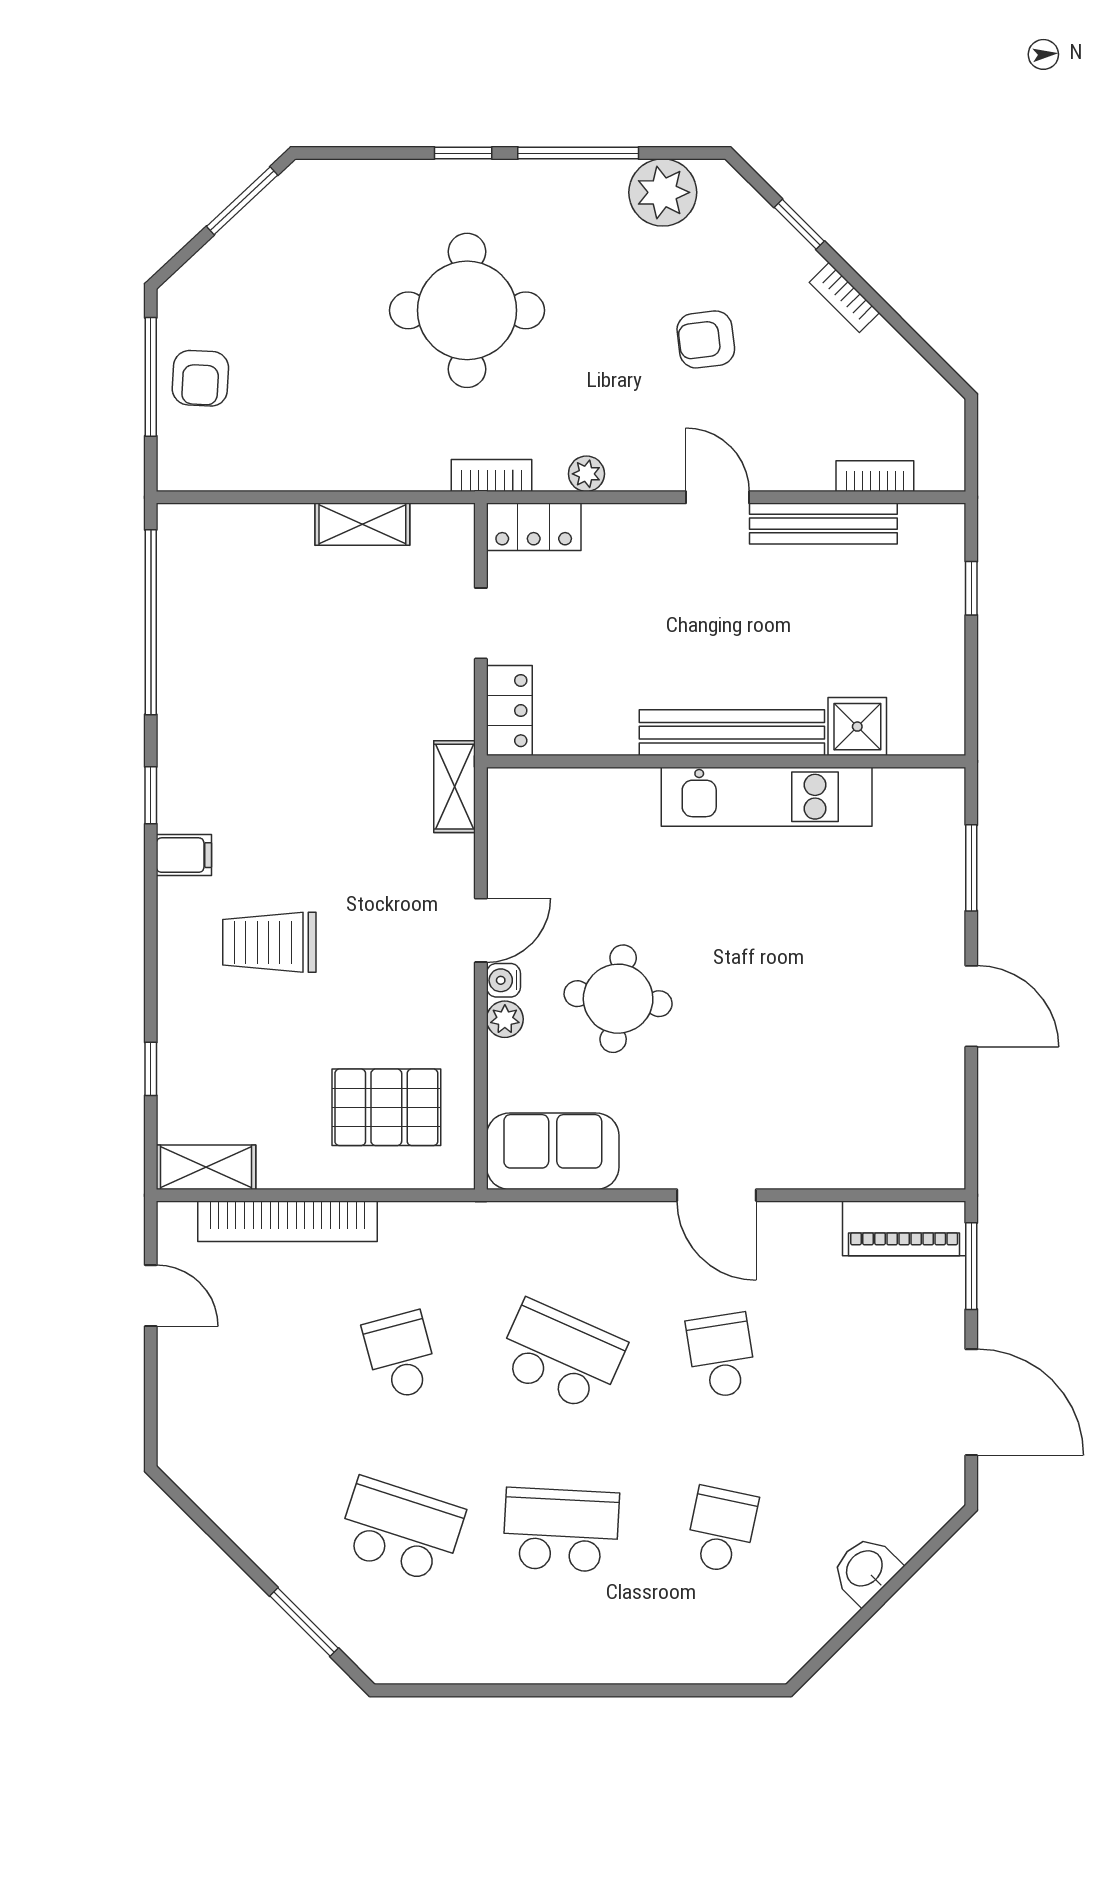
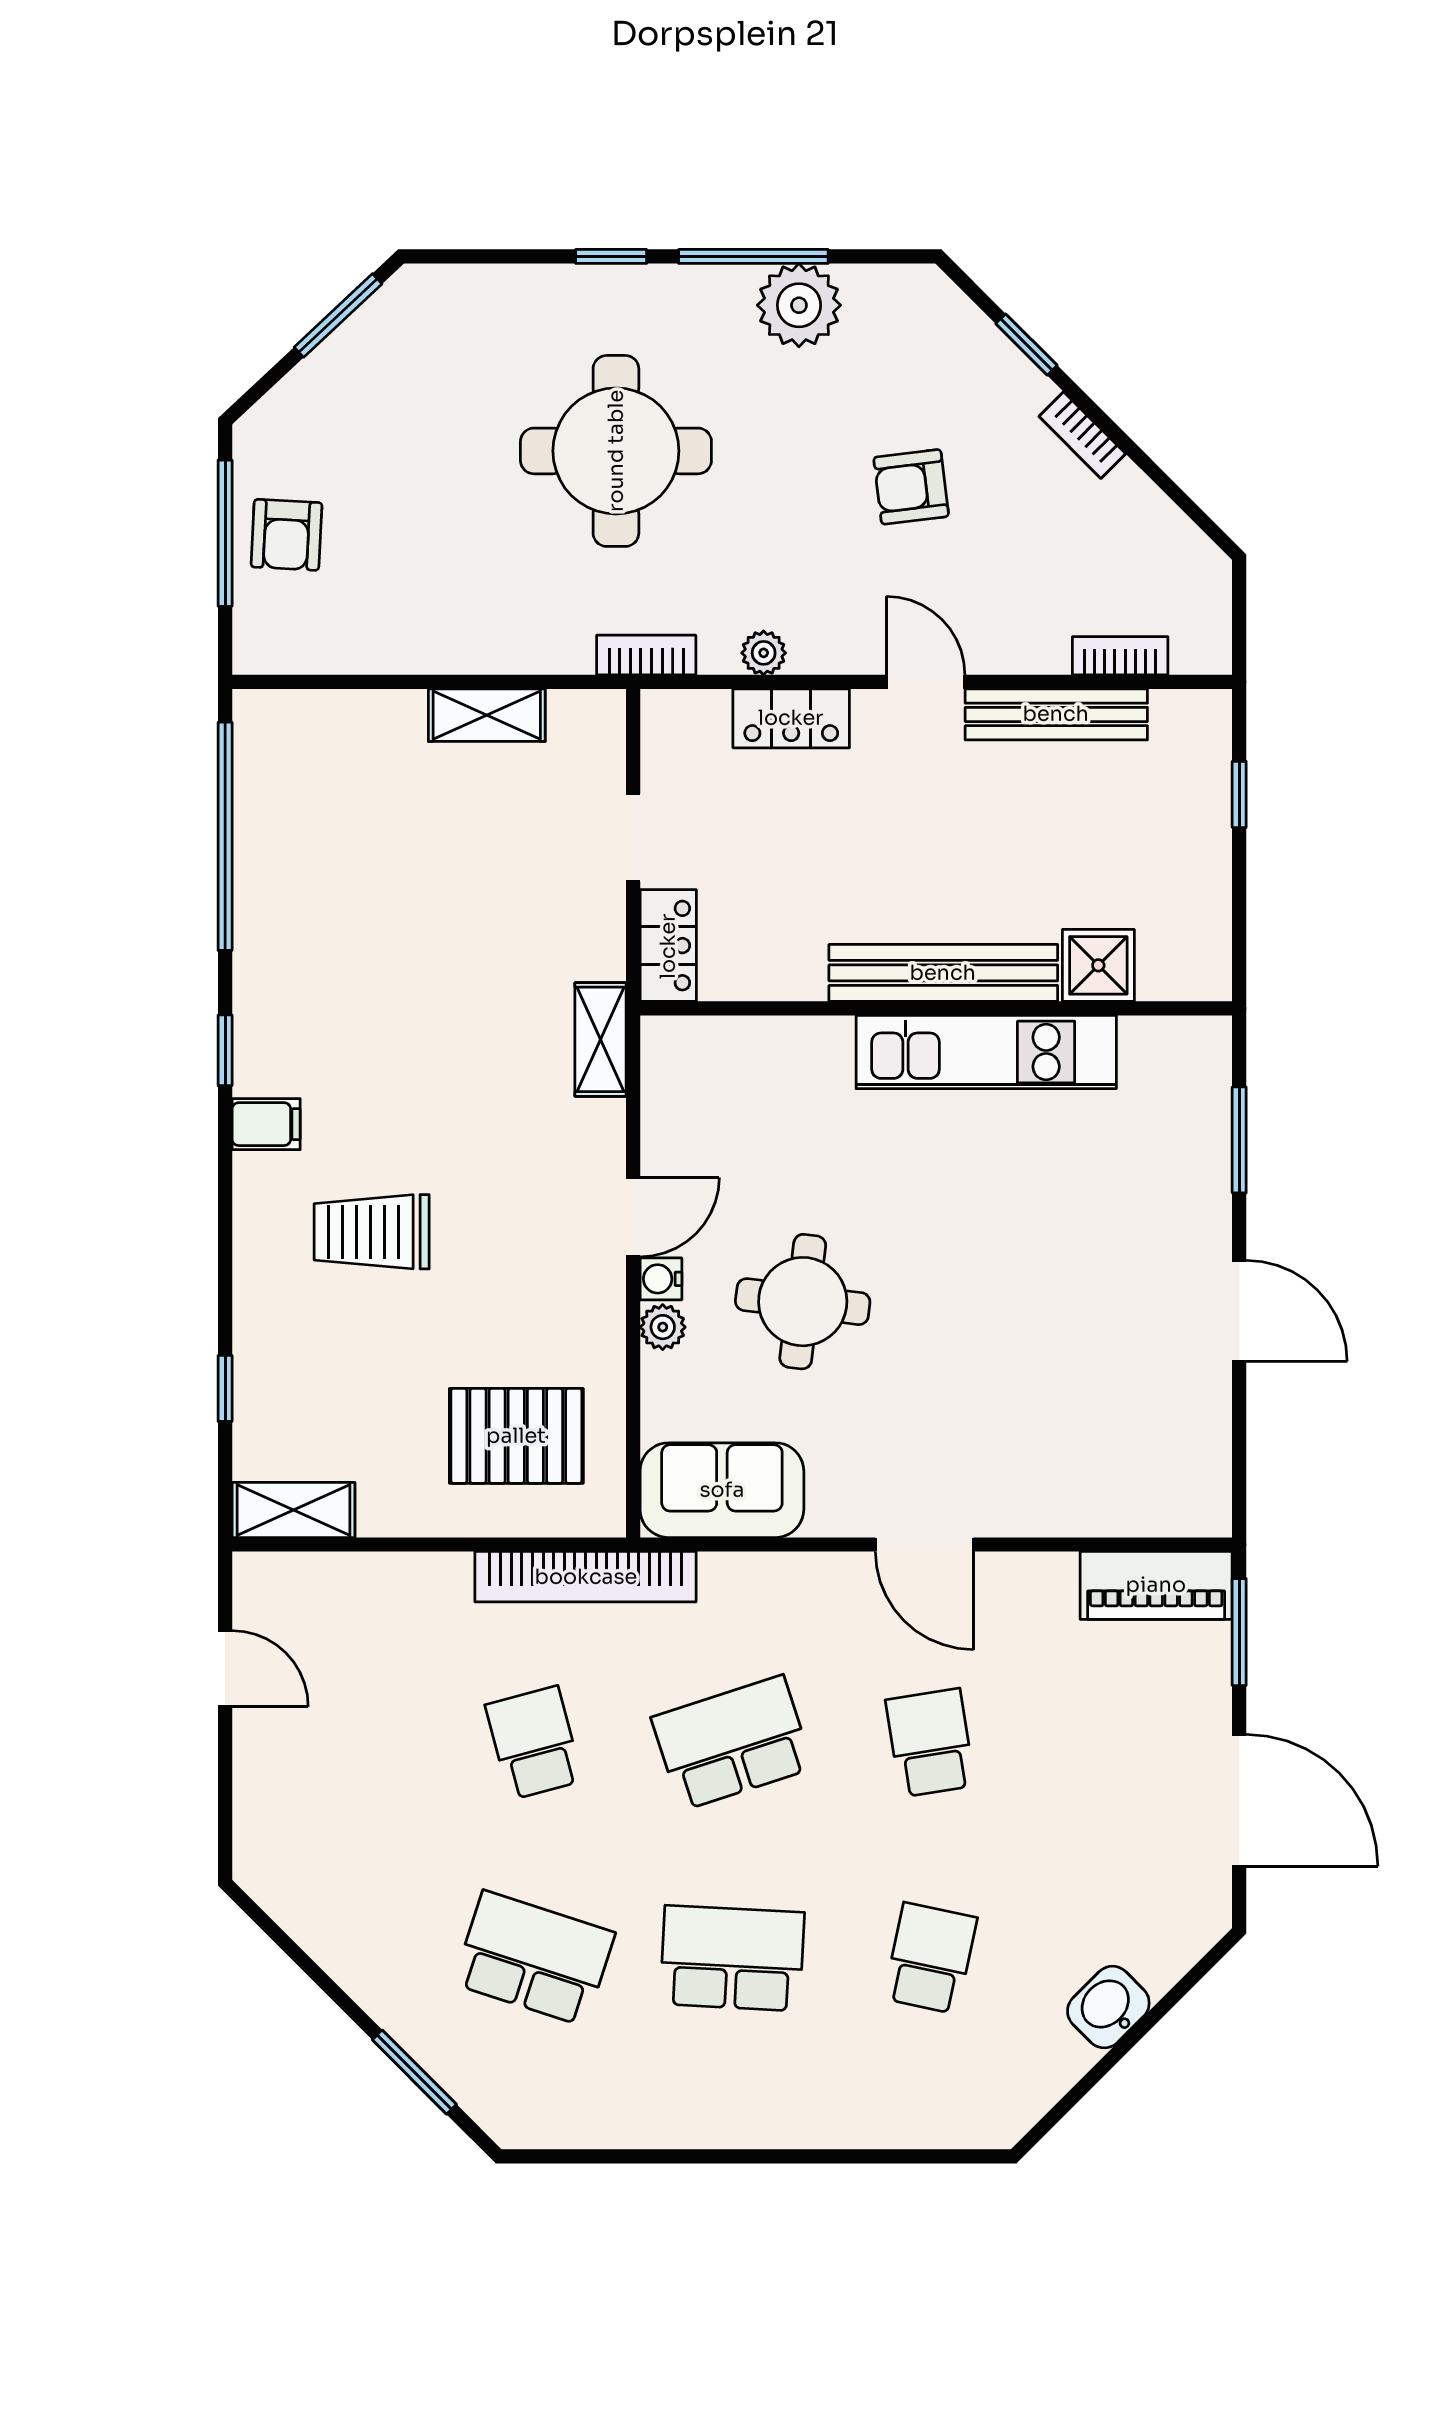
plant: (663, 192) -> (799, 305), moved
locker: (534, 527) -> (791, 718), moved
bookcase: (287, 1221) -> (586, 1577), moved
school desk: (561, 1356) -> (732, 1743), turned -42

